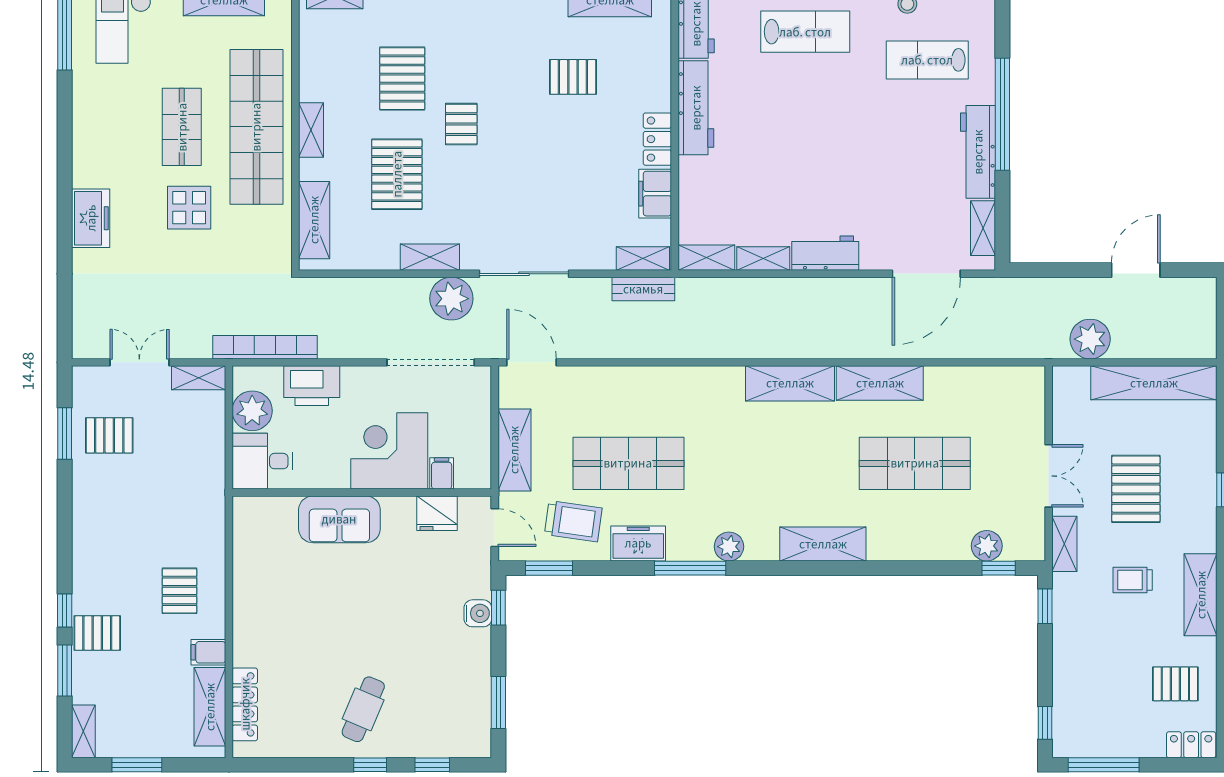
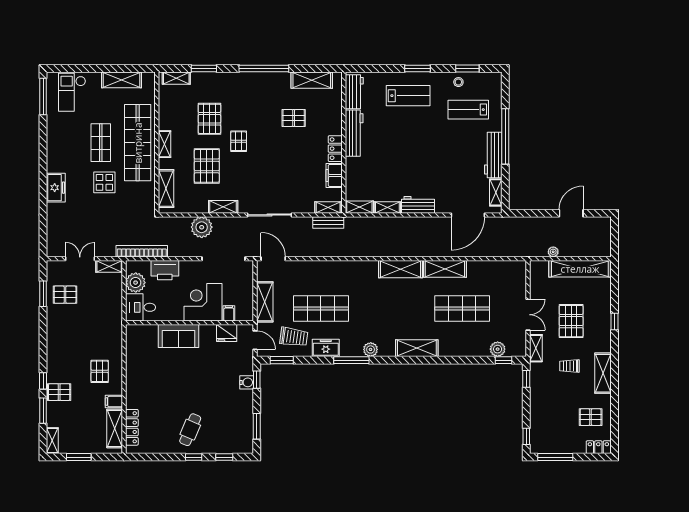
plant: (451, 299) -> (202, 227), moved
plant: (1090, 339) -> (553, 252), width x0.53, depth x0.53

